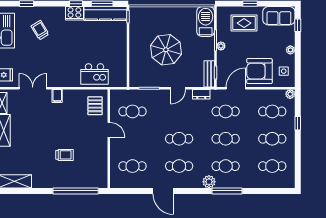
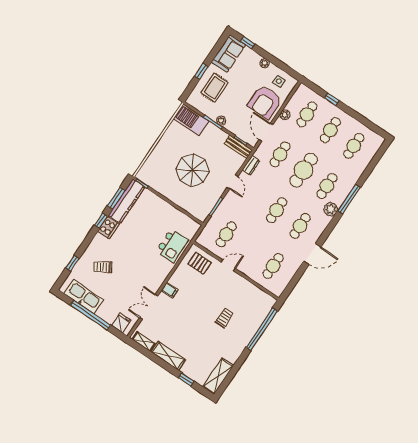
plant: (290, 94) -> (285, 115), moved
cafe table: (226, 139) -> (303, 170), width x1.37, depth x1.35

